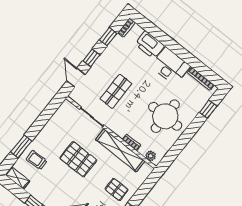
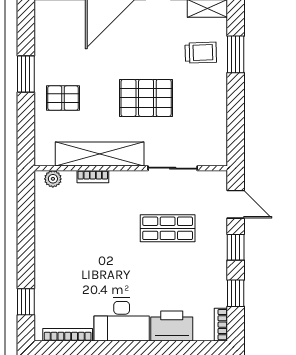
shop shelf: (116, 91) -> (168, 228), turned 90
round table: (165, 116) -> (75, 247), removed

